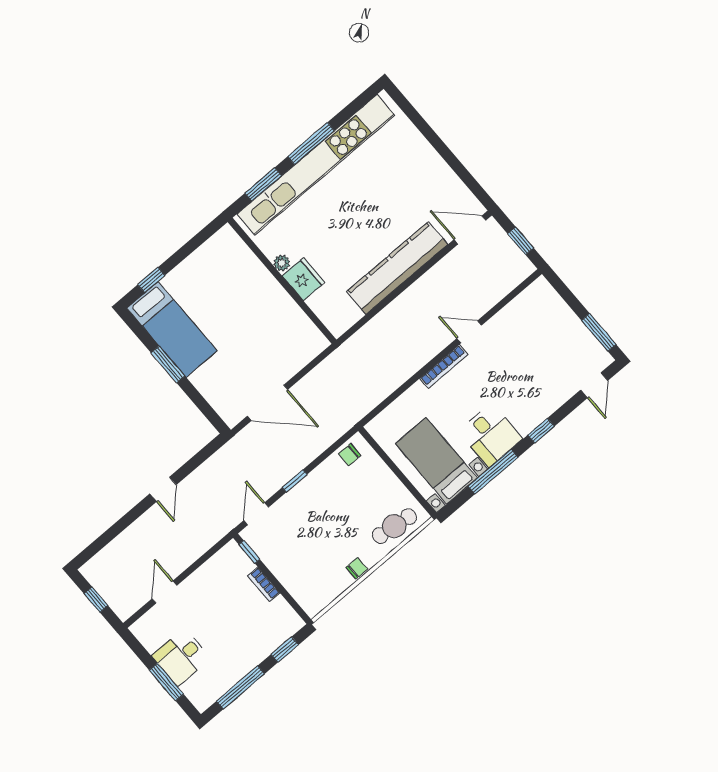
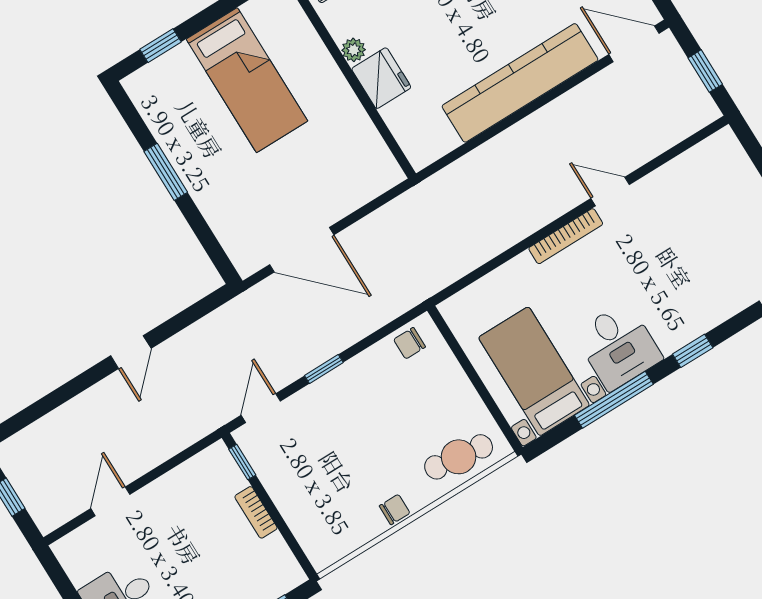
bed: (172, 329) -> (247, 80), moved

